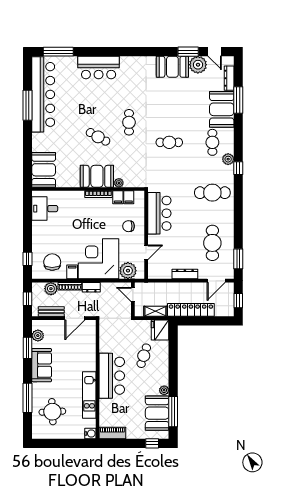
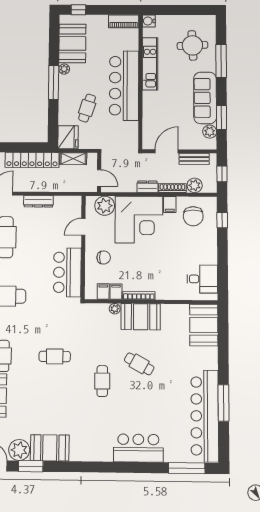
sofa: (42, 365) -> (205, 98), width x1.36
bar counter: (112, 376) -> (124, 86), width x1.36
window: (173, 412) -> (54, 82), moved

